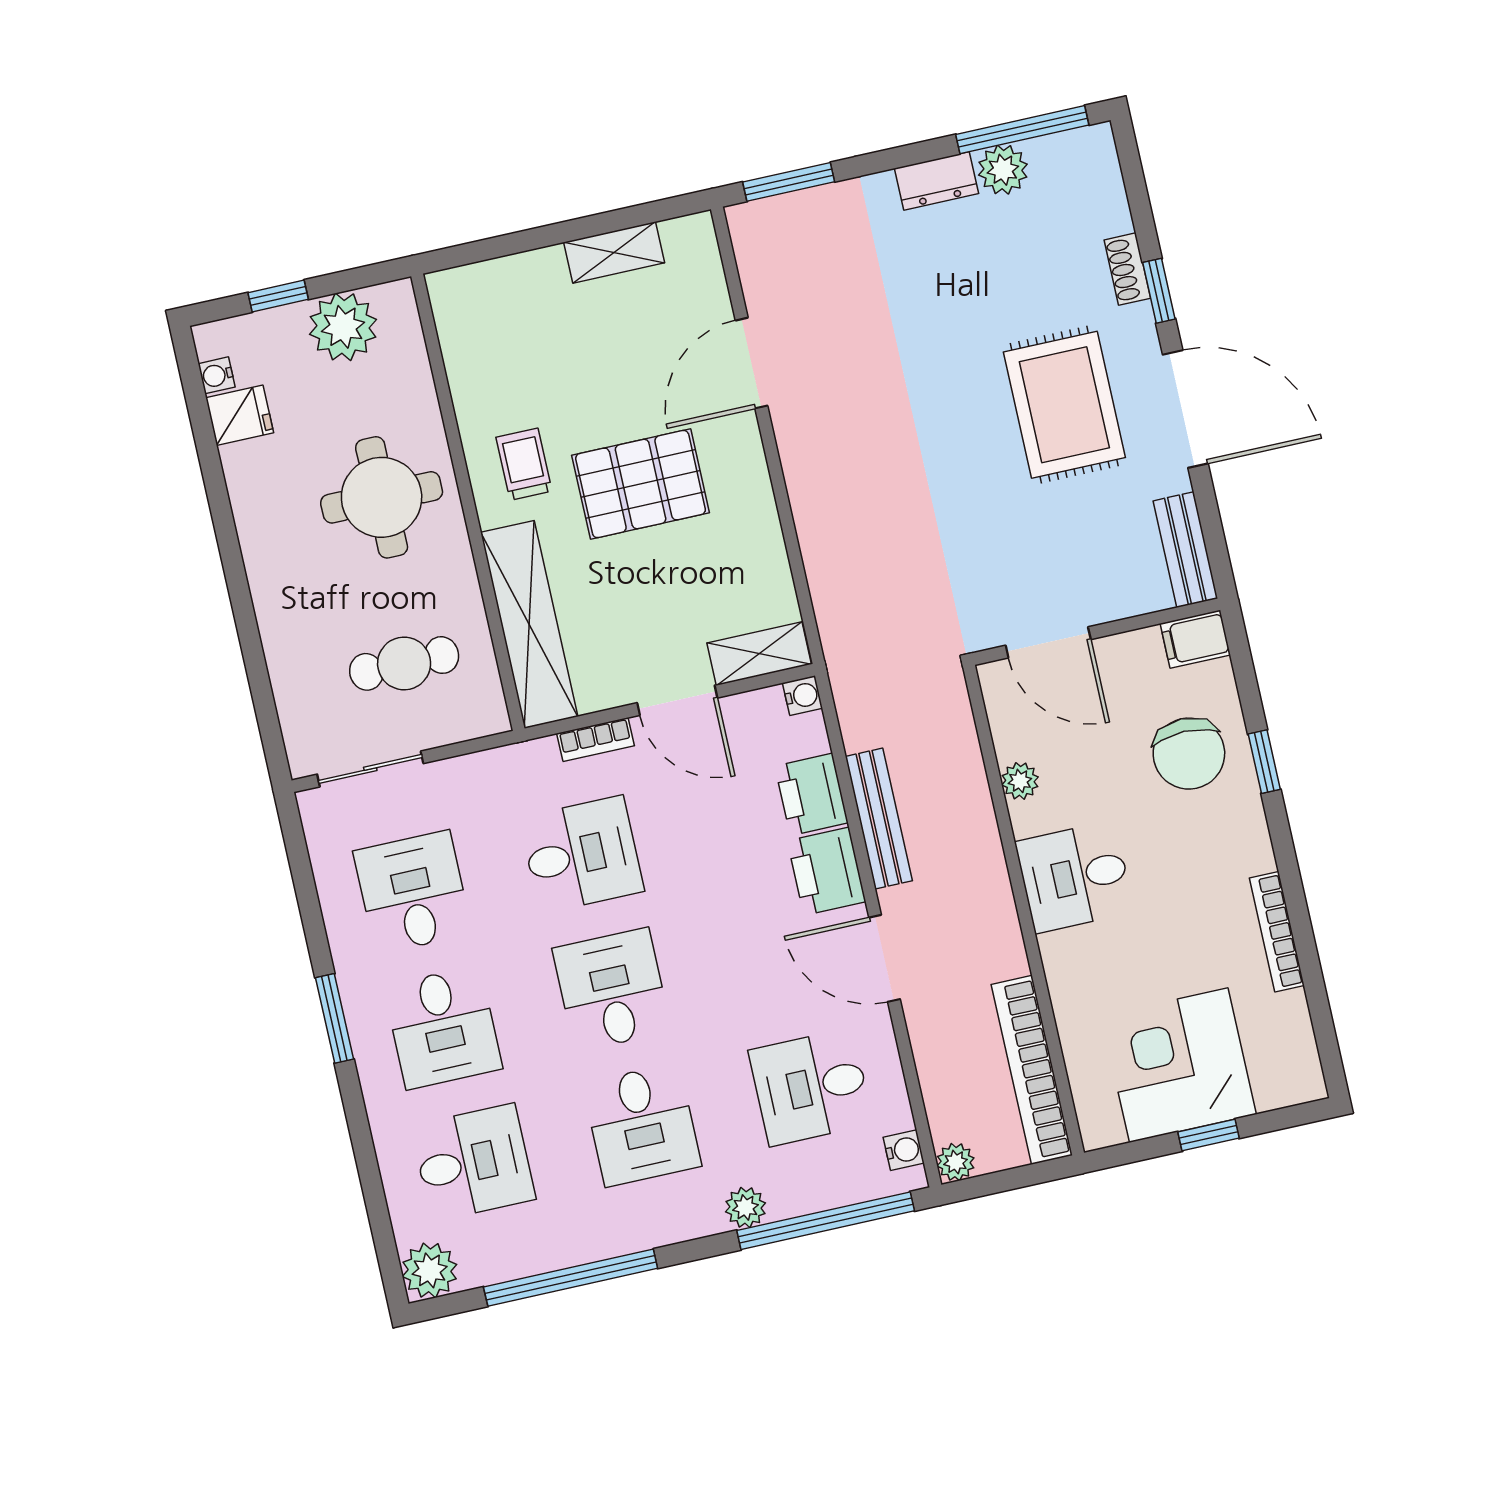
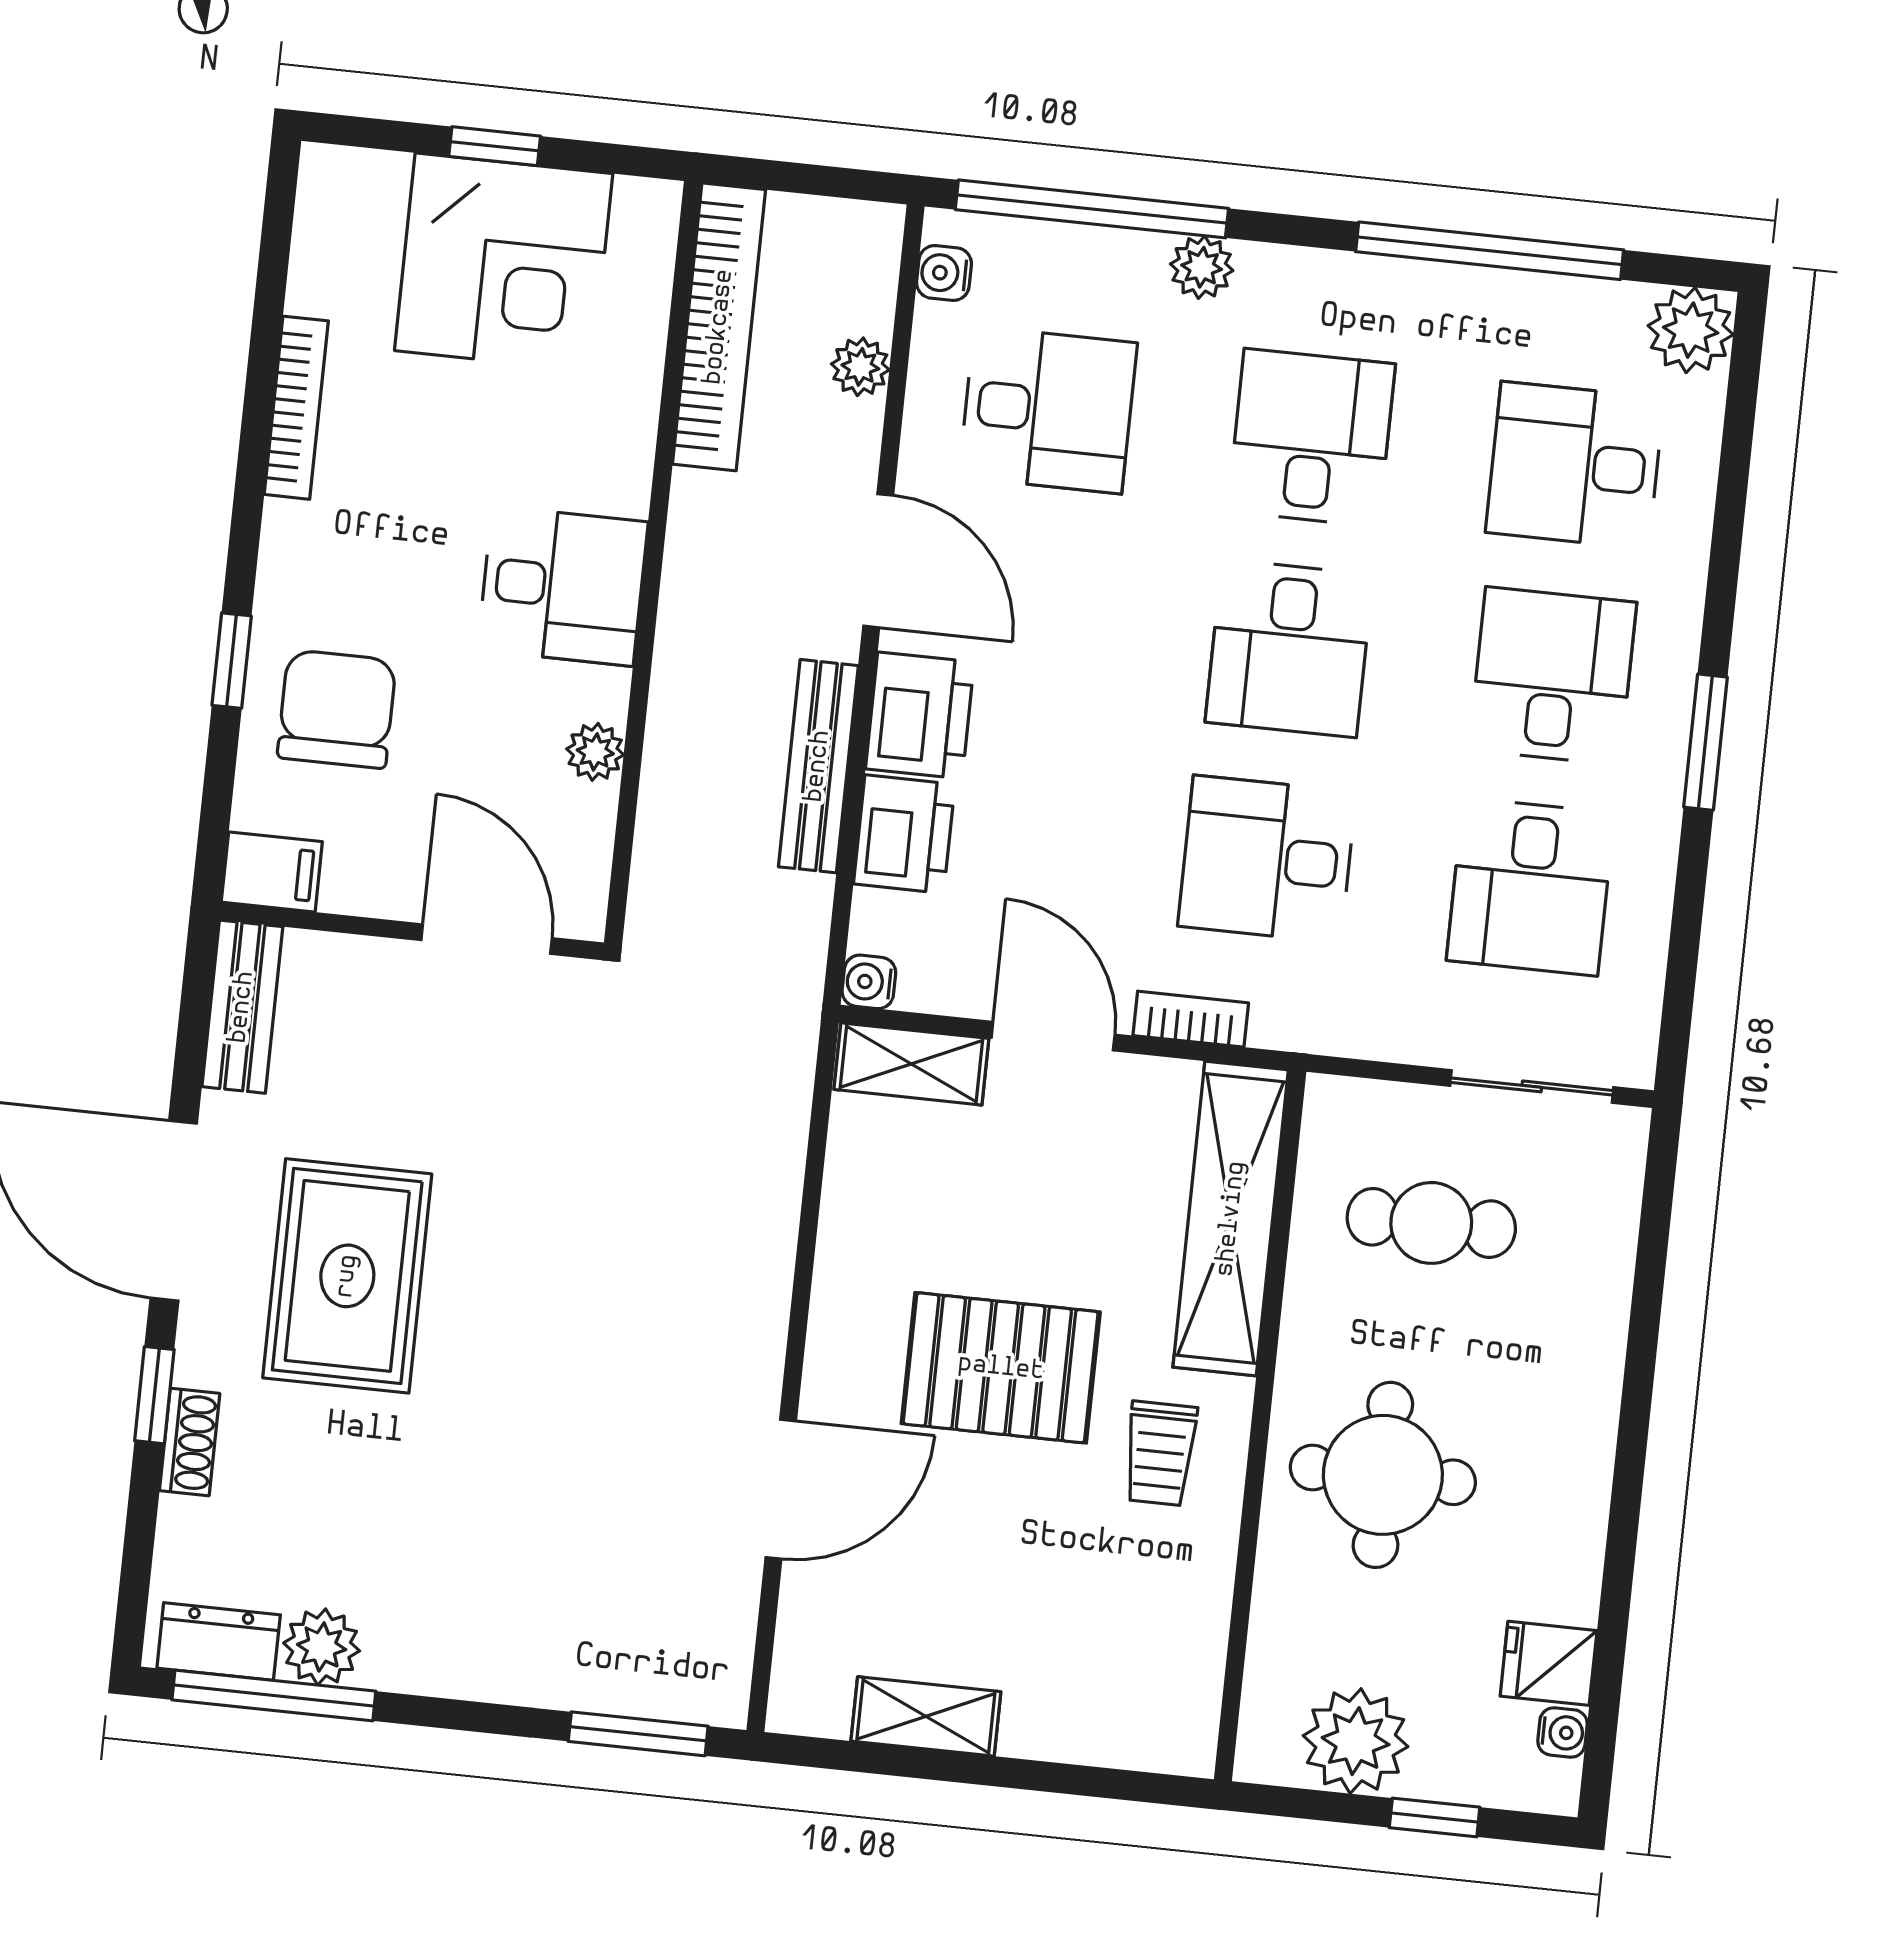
dresser: (936, 181) -> (219, 1641), moved
plant: (956, 1162) -> (860, 367), moved

